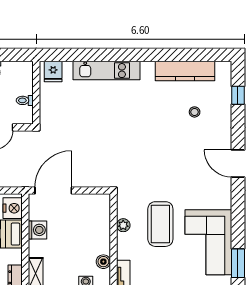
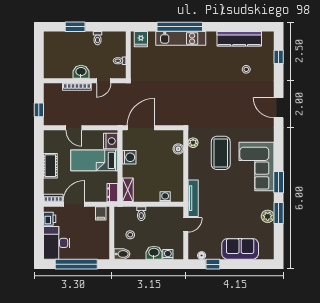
window: (105, 55) -> (180, 27), added
plant: (123, 225) -> (193, 143), moved
boiler: (103, 262) -> (178, 149), moved

